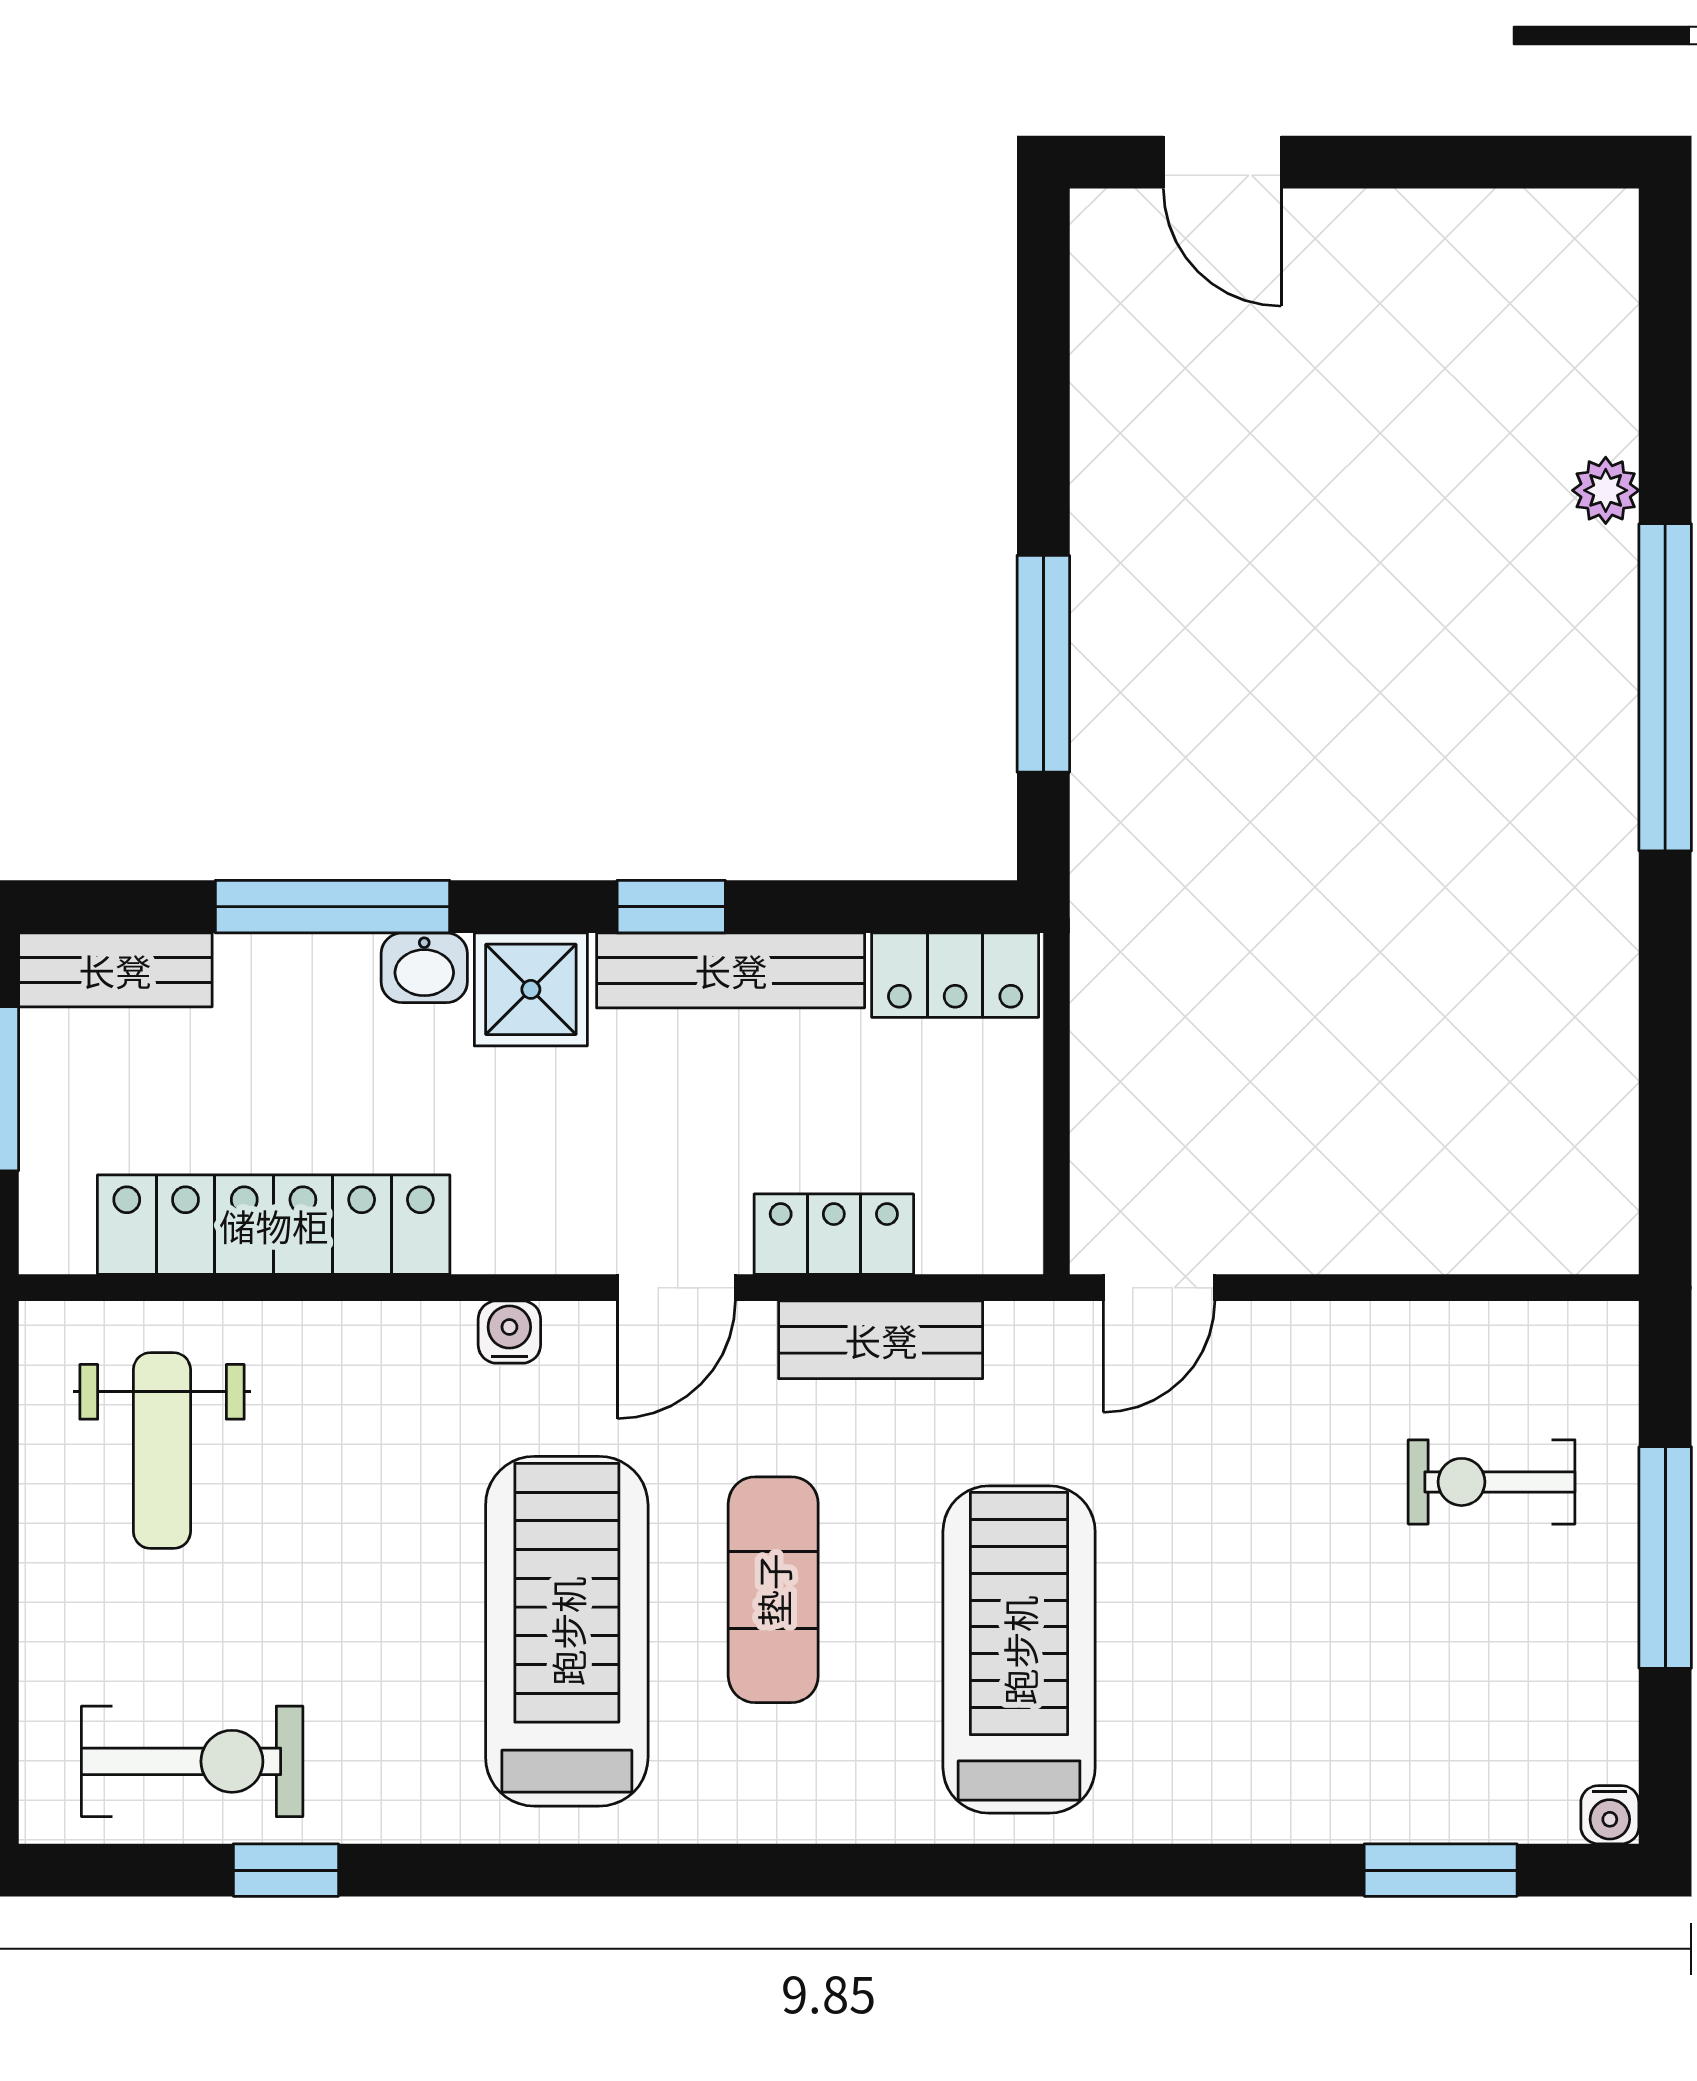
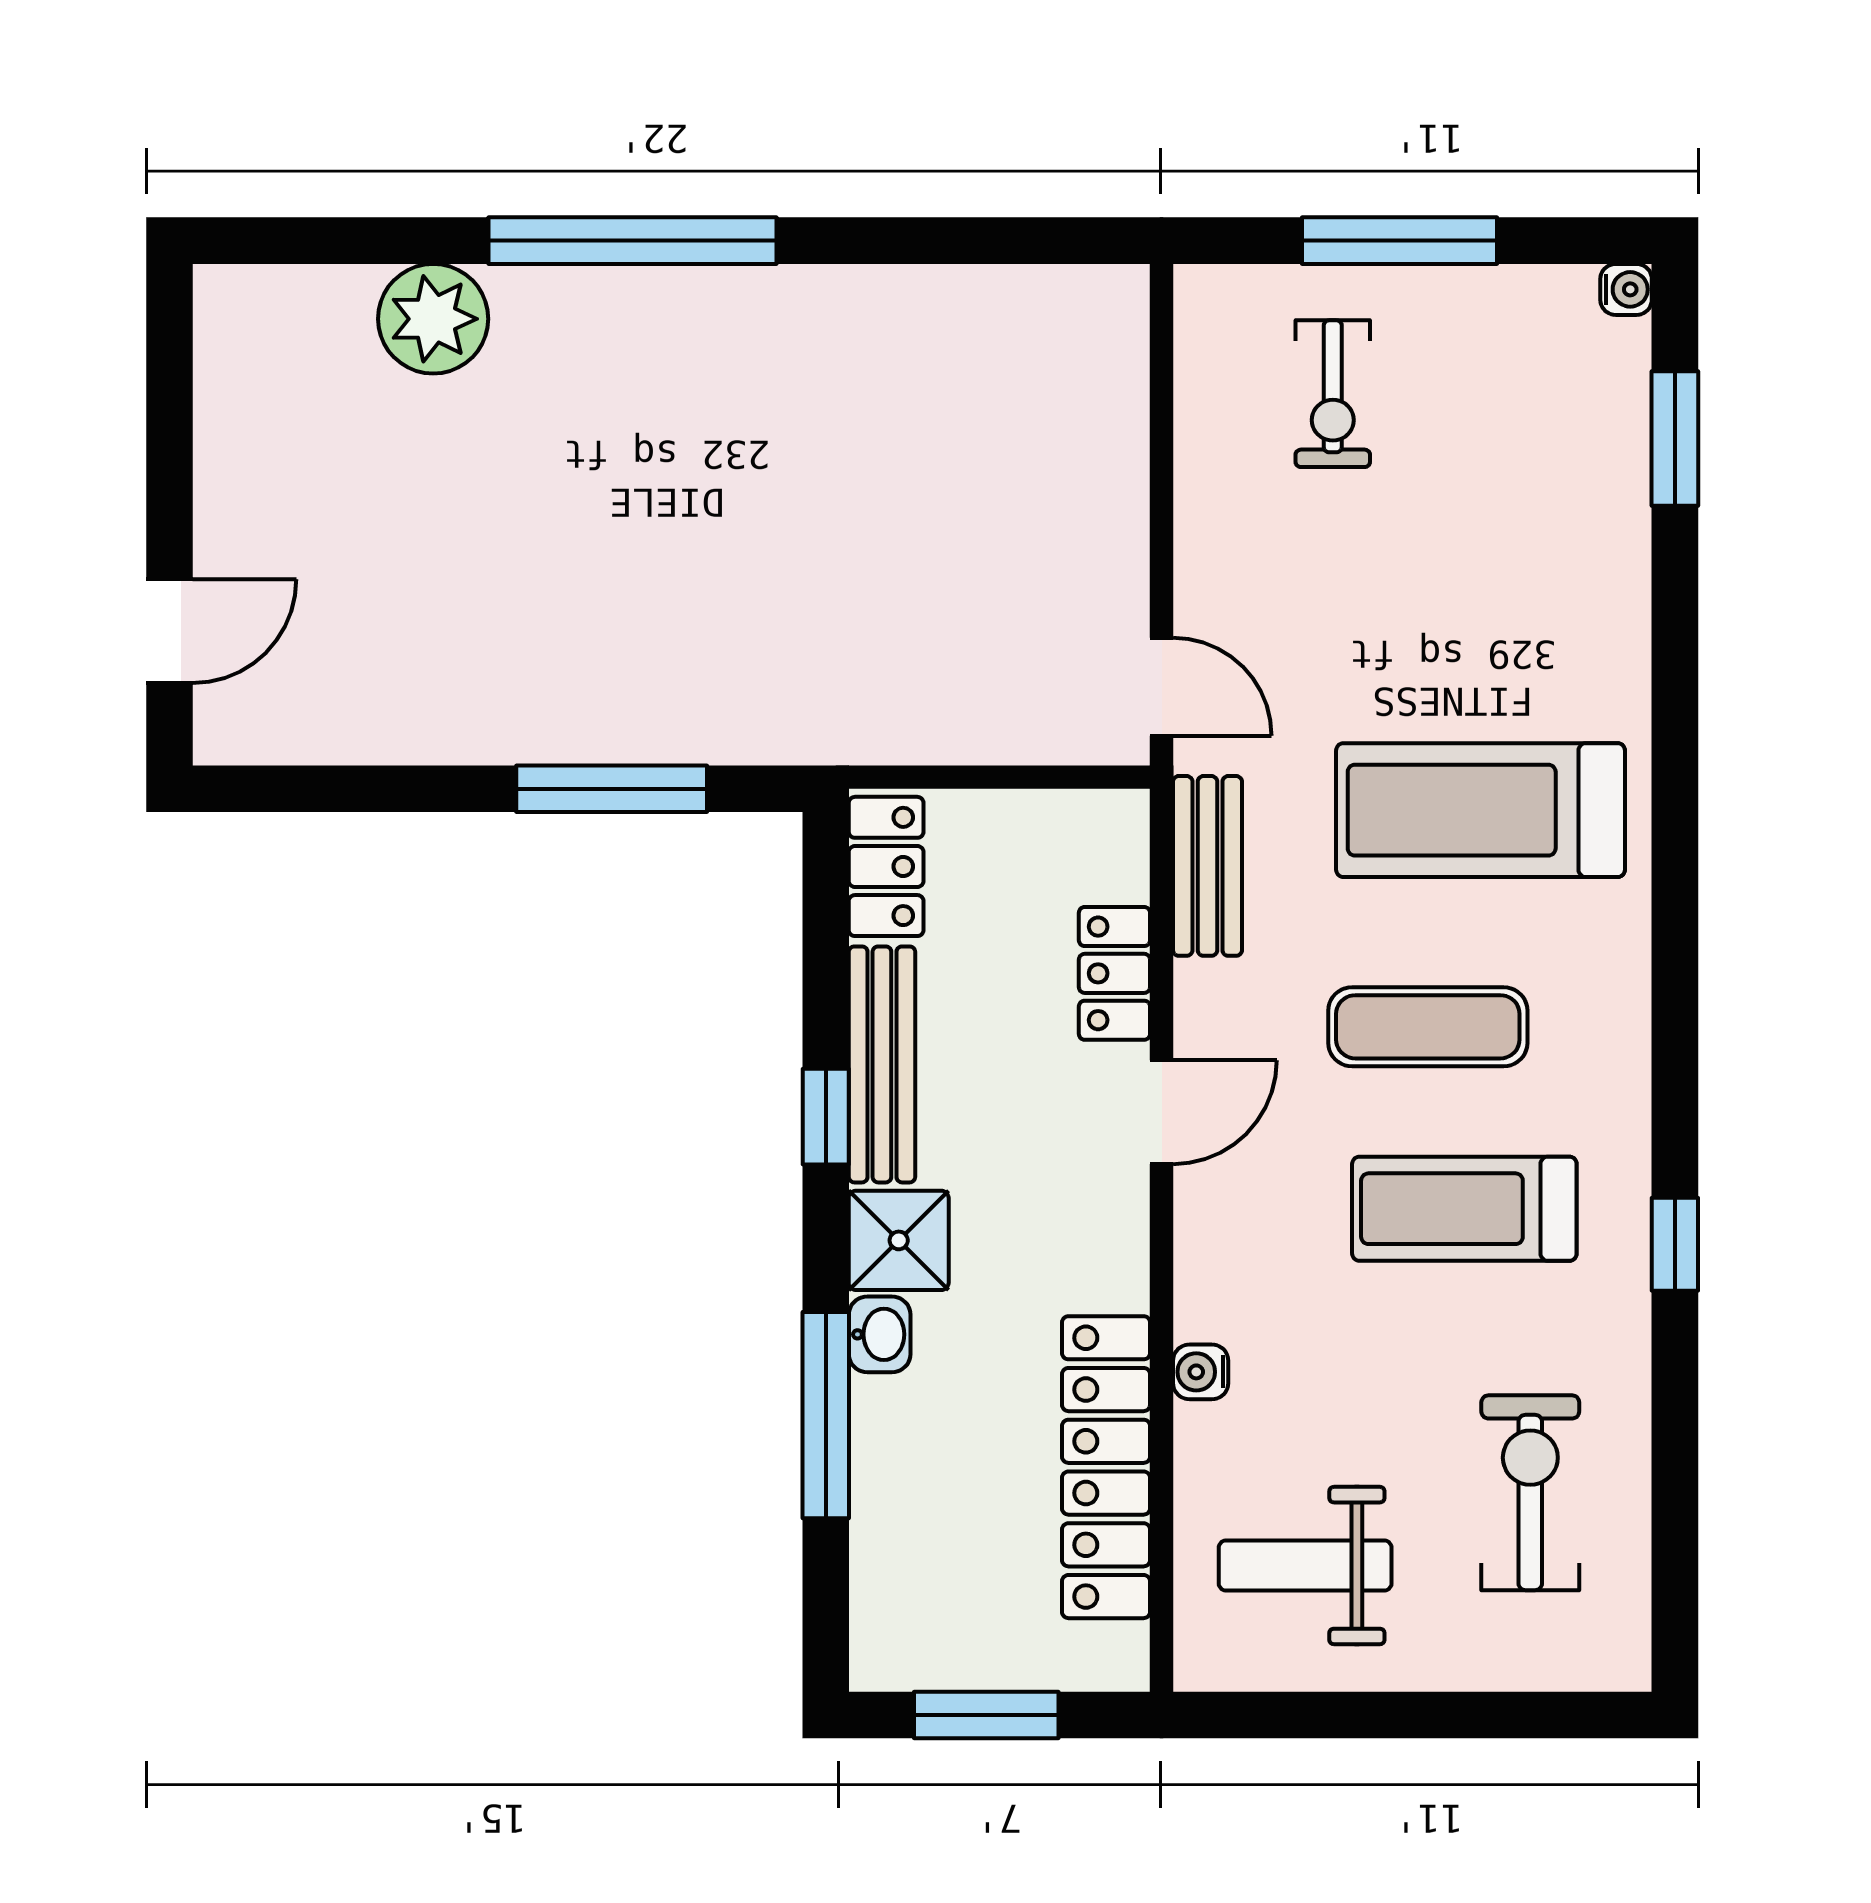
plant: (1606, 490) -> (433, 319), width x1.88, depth x1.88
bench: (115, 970) -> (881, 1607), removed
door: (676, 1288) -> (1162, 1112), hinge flipped
water cooler: (509, 1332) -> (1201, 1372), moved
bench: (881, 1340) -> (1207, 866), moved
weight bench: (162, 1451) -> (1305, 1566), turned 180
treadmill: (567, 1631) -> (1464, 1209), width x0.73, depth x0.73
exercise bike: (192, 1761) -> (1530, 1493), moved
window: (286, 1870) -> (1675, 1244), moved

